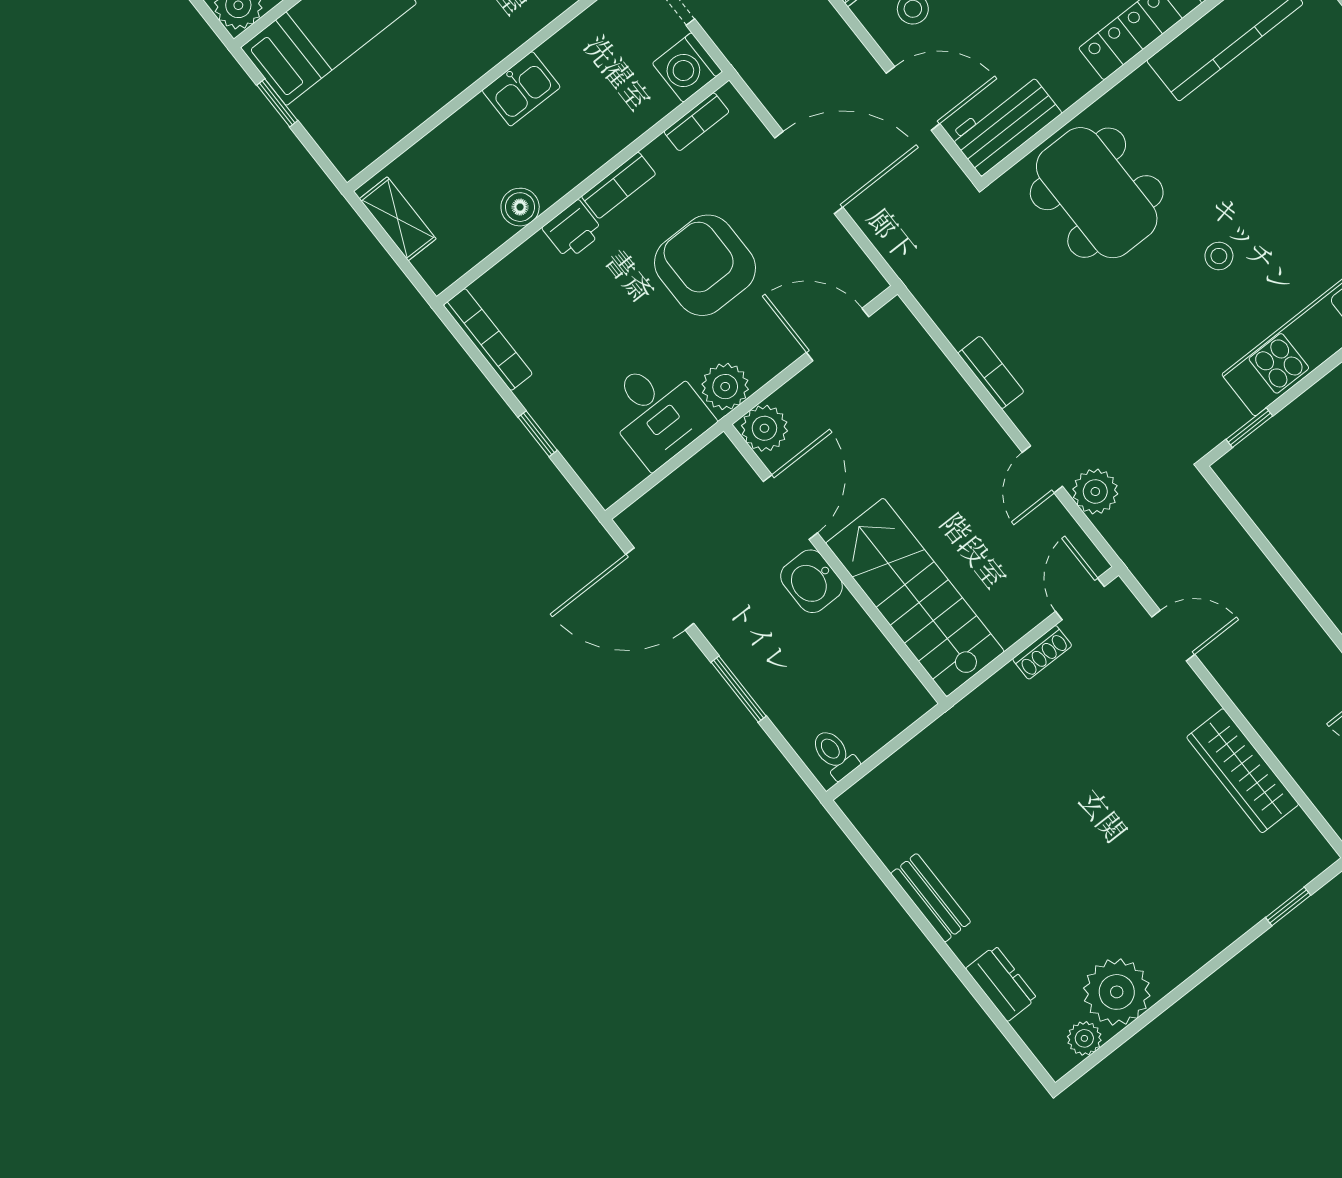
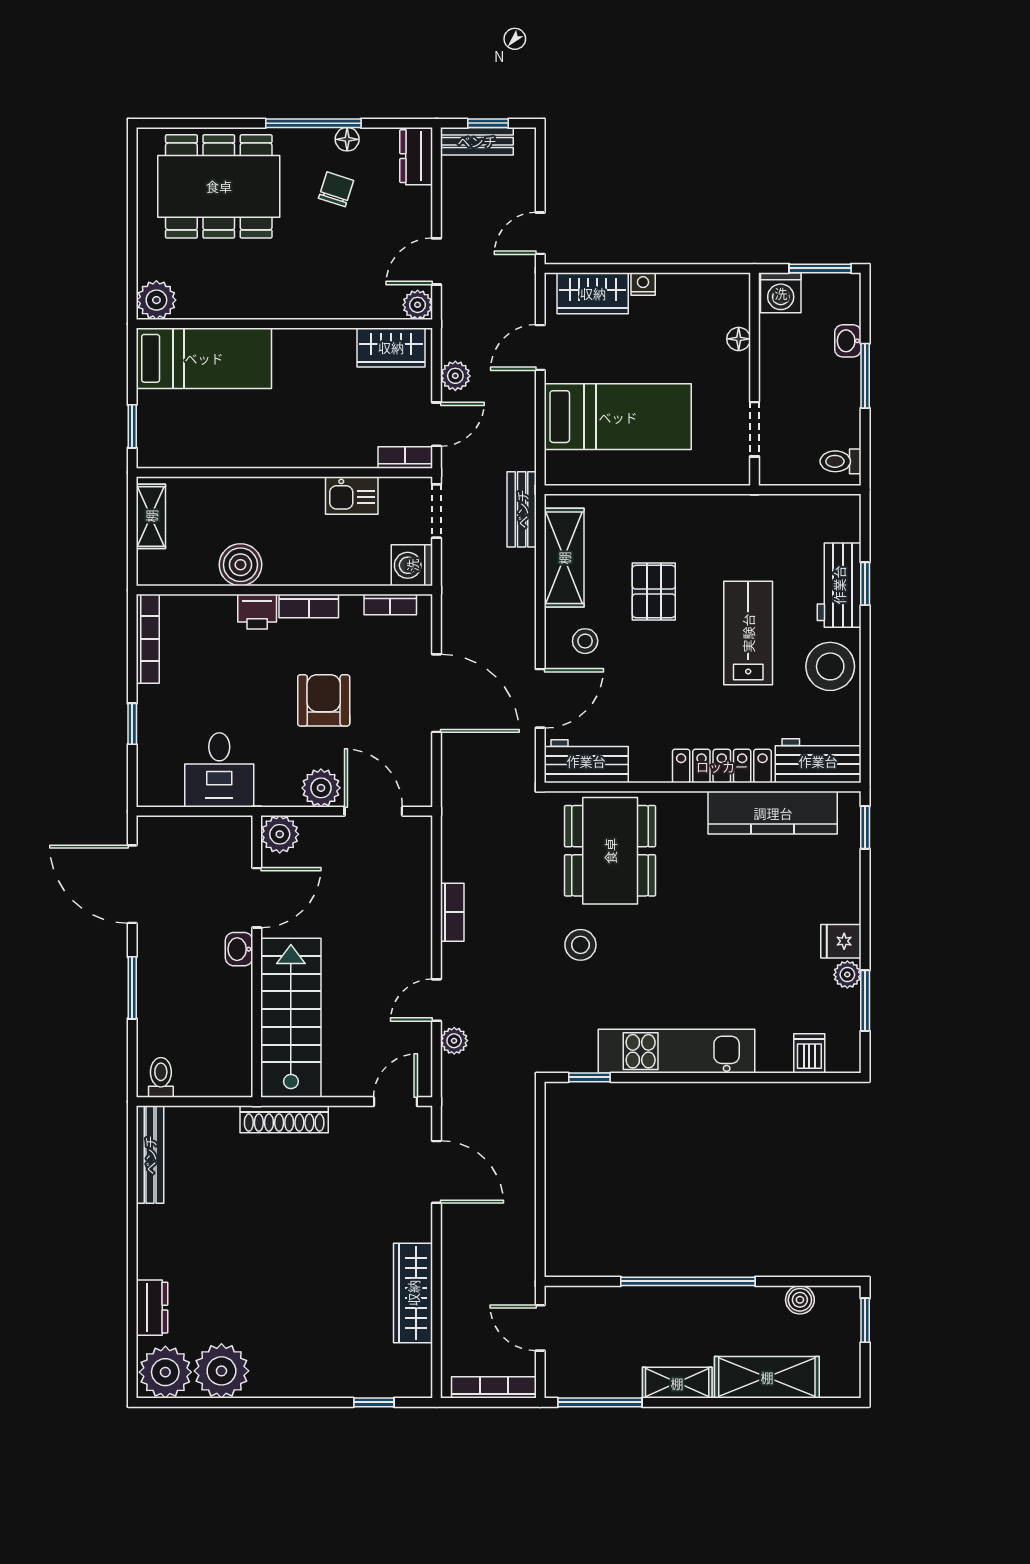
kitchen sink: (521, 89) -> (352, 495), moved
door: (913, 98) -> (540, 698), hinge flipped
window: (277, 103) -> (132, 426), moved
boiler: (520, 207) -> (240, 565), width x1.36, depth x1.36
stool: (1219, 256) -> (580, 945), moved, width x1.37, depth x1.37
armchair: (705, 265) -> (324, 700), width x0.73, depth x0.73
plant: (725, 387) -> (321, 788), moved
plant: (1095, 491) -> (454, 1041), width x0.73, depth x0.73
washbasin: (812, 581) -> (239, 949), width x0.72, depth x0.69
door: (1173, 636) -> (436, 1172), width x1.38
shoe rack: (1042, 652) -> (284, 1119), moved, width x1.94, depth x1.24
bench: (931, 898) -> (150, 1155), moved, width x1.36
plant: (1084, 1038) -> (165, 1372), width x1.88, depth x1.88

